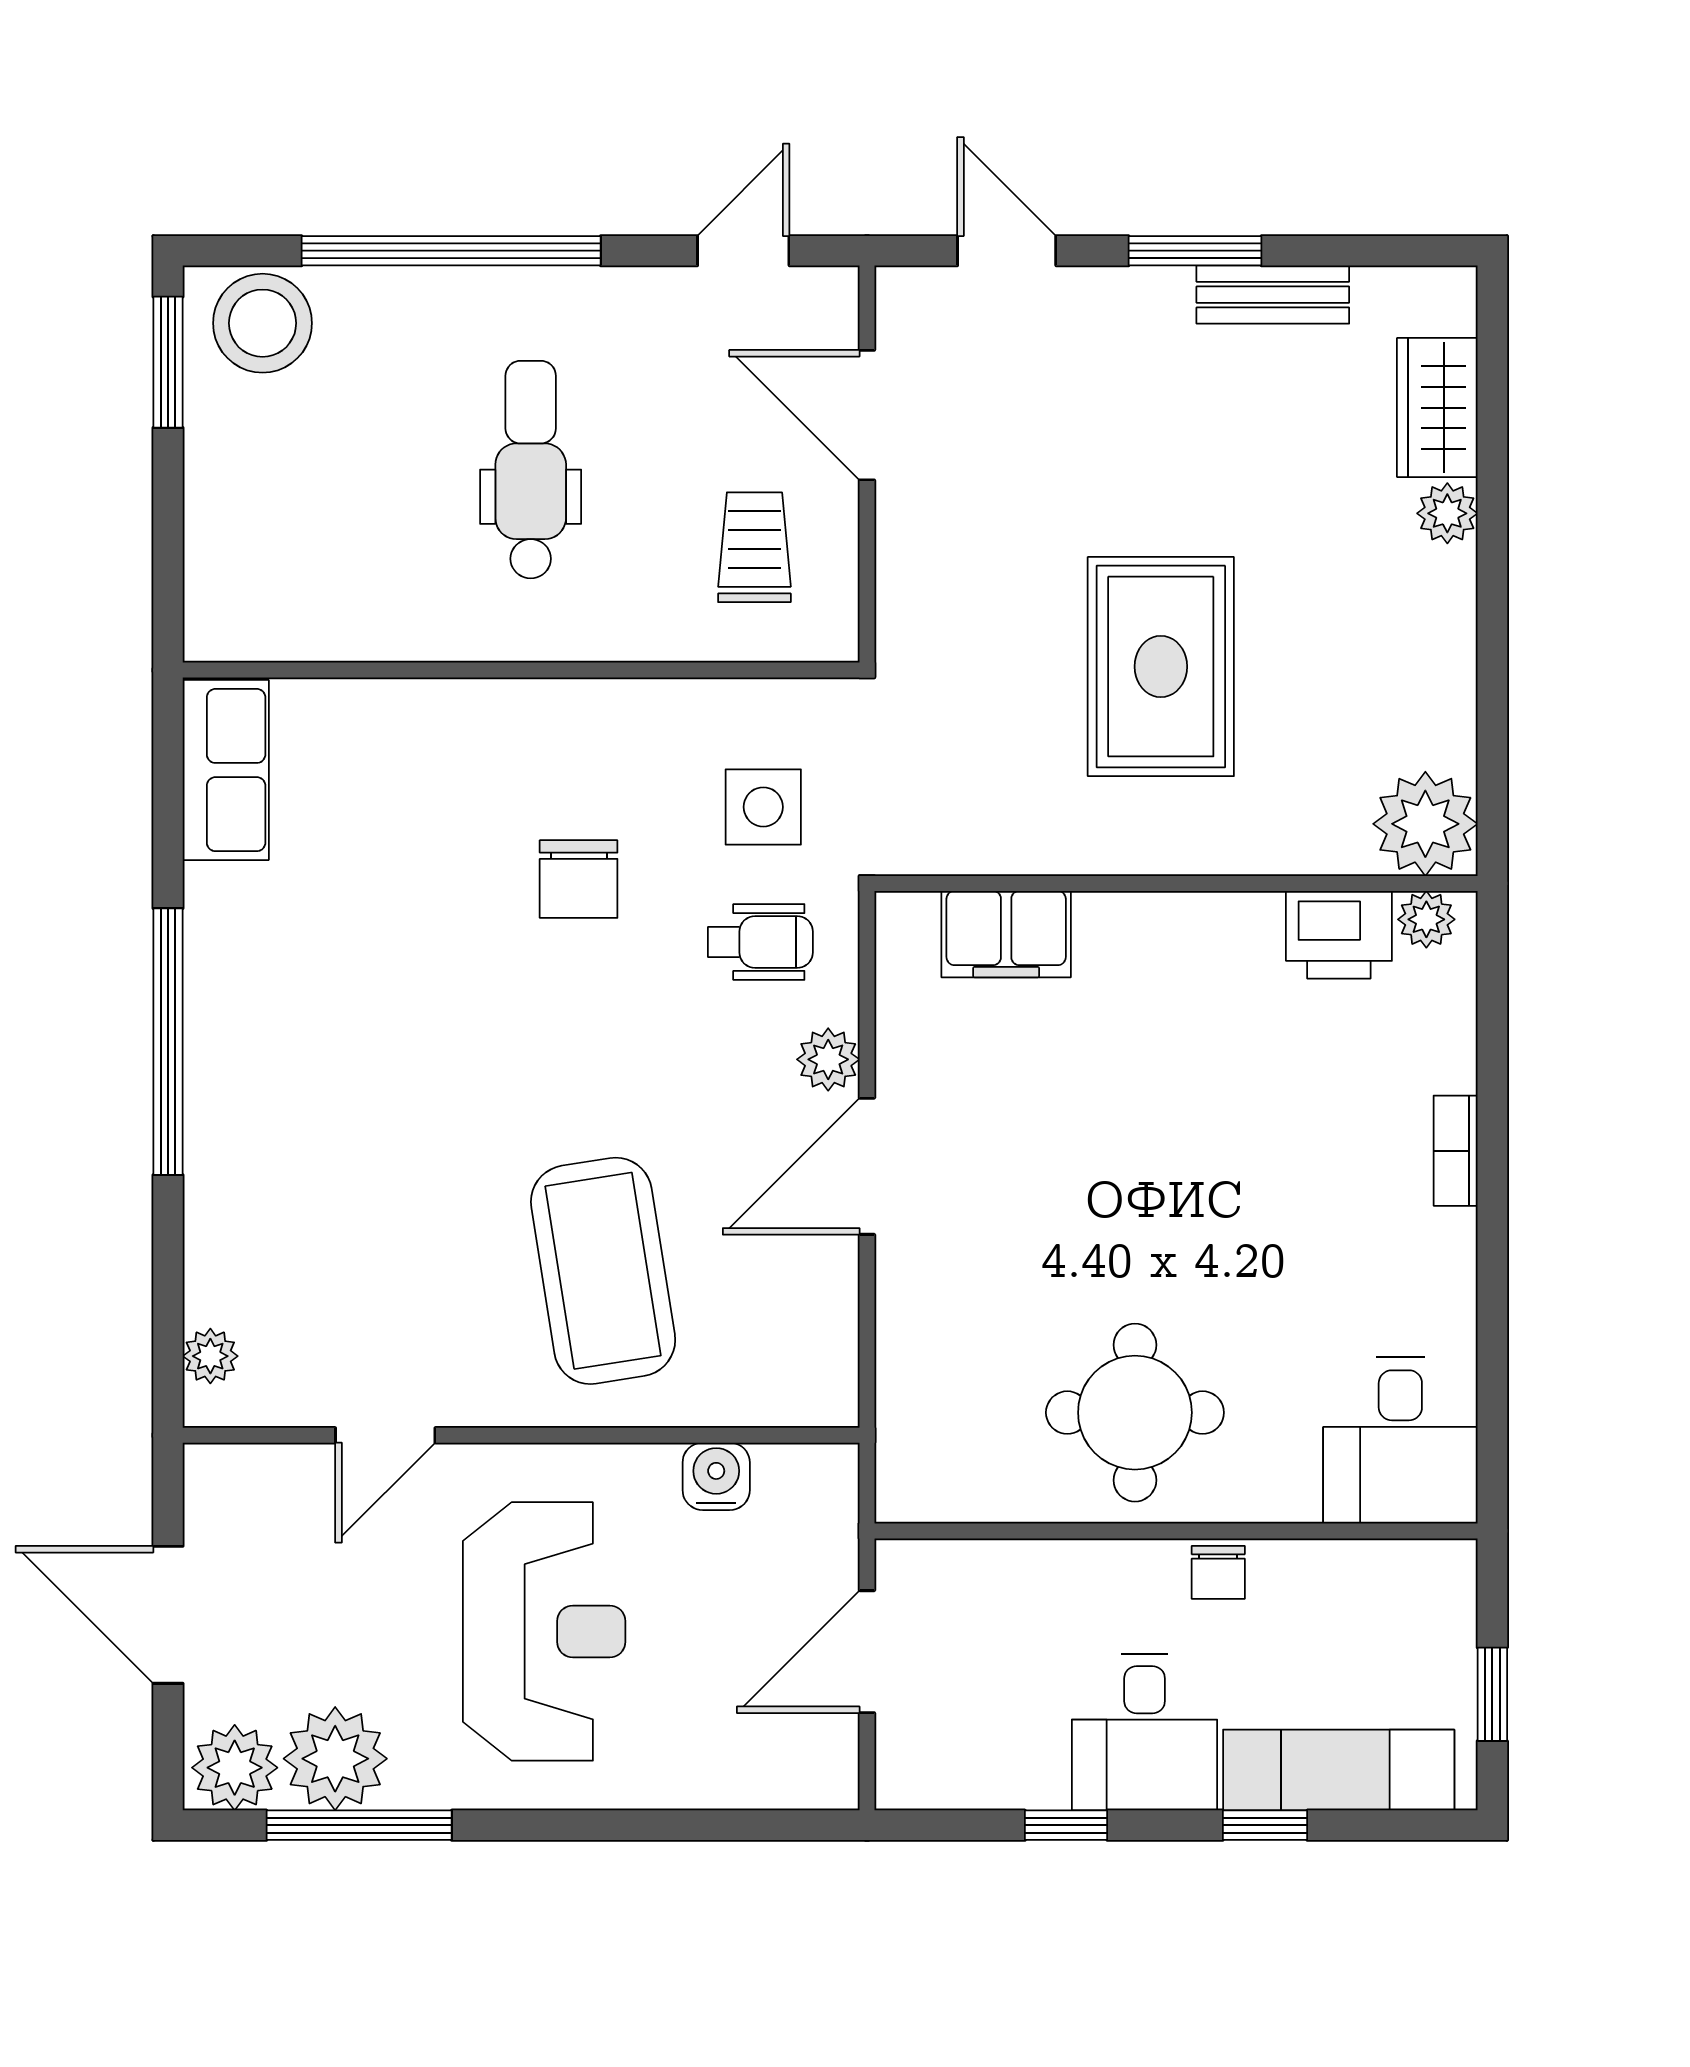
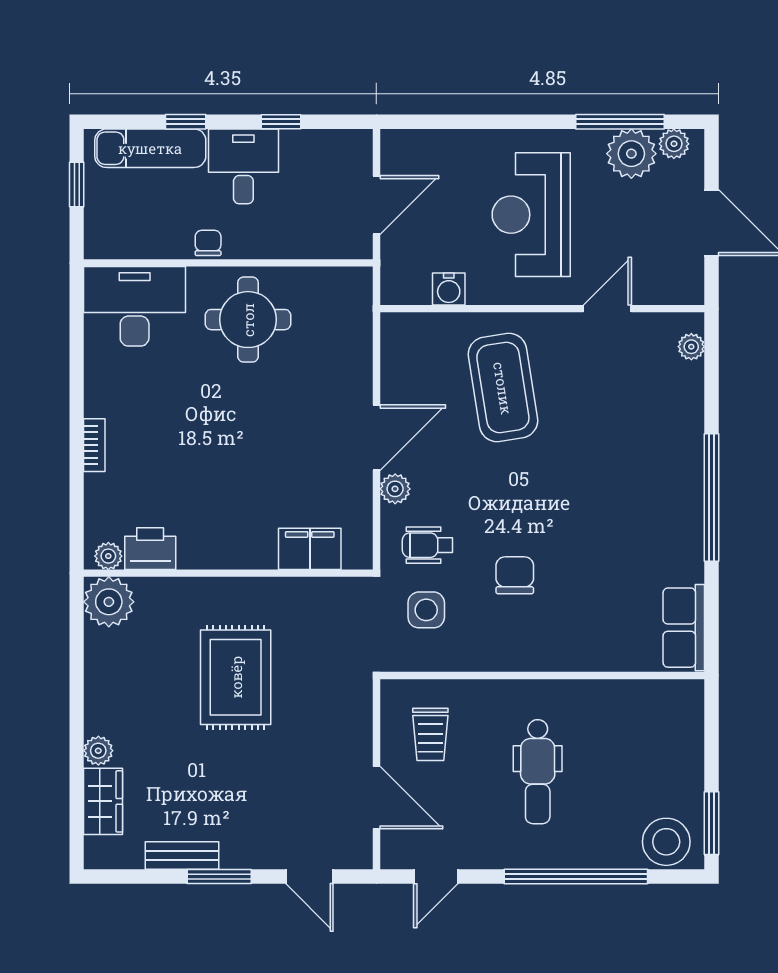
desk: (1400, 1440) -> (135, 306), width x1.37
plant: (235, 1768) -> (674, 144), width x0.73, depth x0.73

